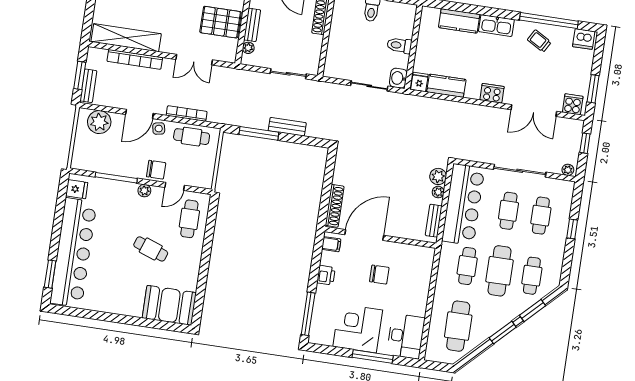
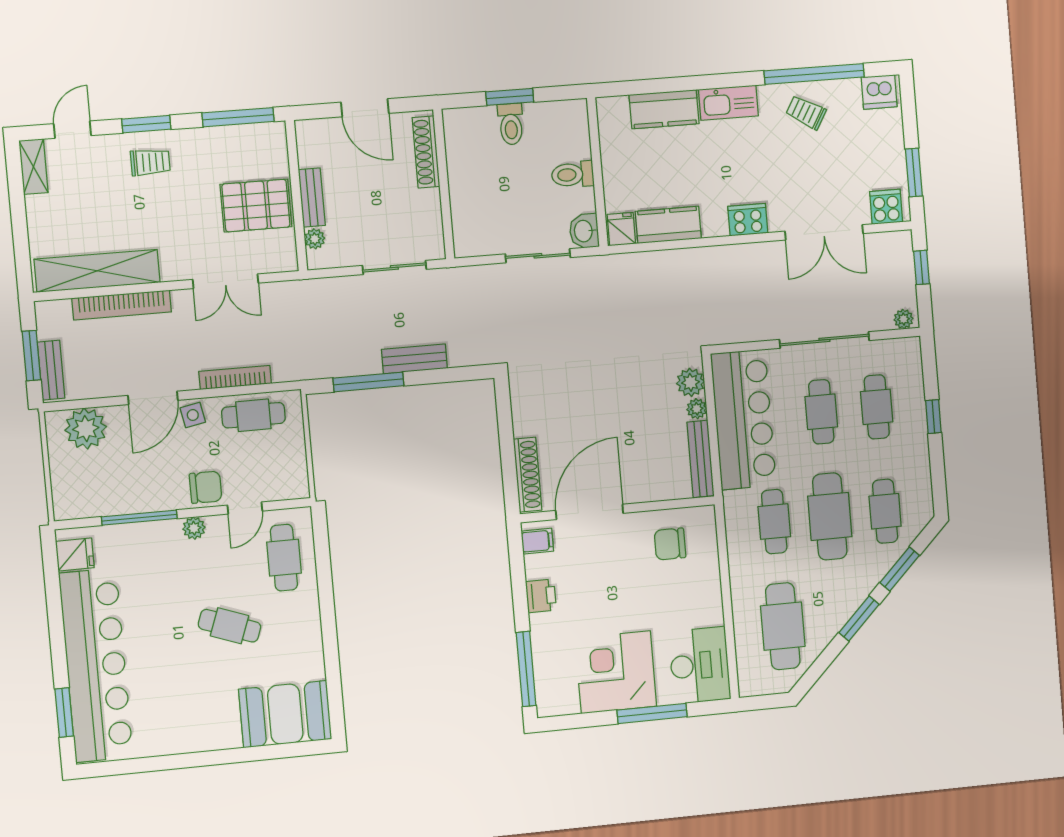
bench: (434, 221) -> (701, 459), width x1.36
chair: (379, 275) -> (670, 544), moved, turned 180

